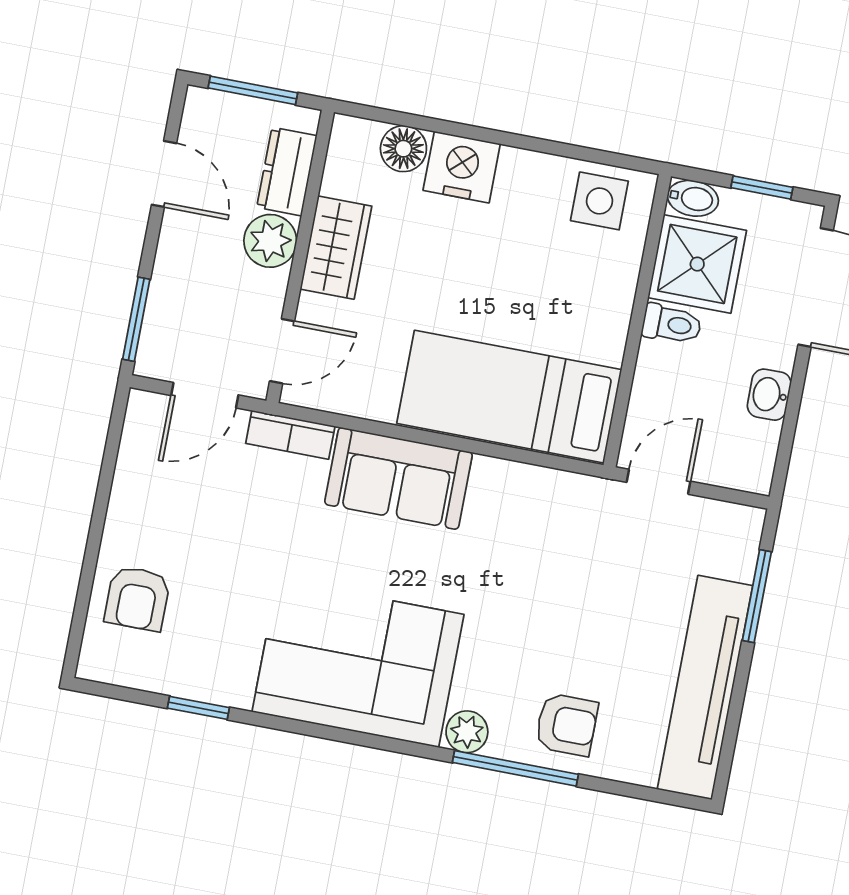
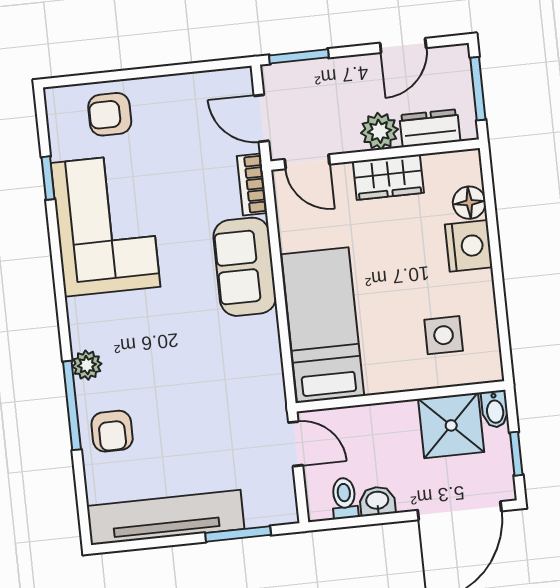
side table: (599, 201) -> (444, 335), moved
toilet: (672, 324) -> (344, 498), moved, turned 180
corner sofa: (358, 663) -> (106, 225), moved

